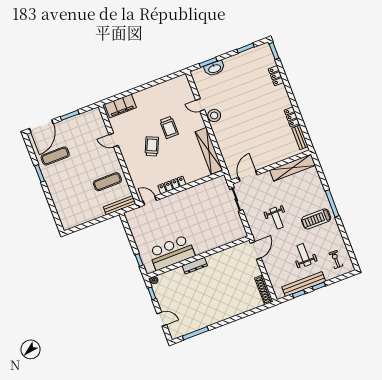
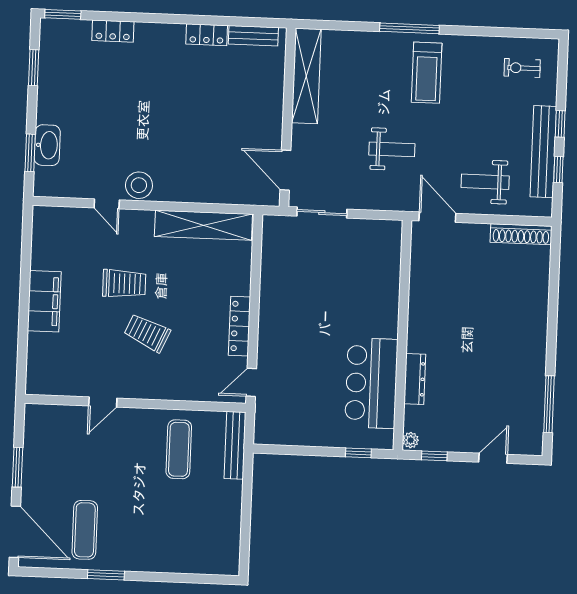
door: (200, 105) -> (107, 204), hinge flipped
filing cabinet: (121, 106) -> (44, 301), moved
weight bench: (304, 255) -> (485, 182), moved
dresser: (195, 266) -> (415, 379), moved

